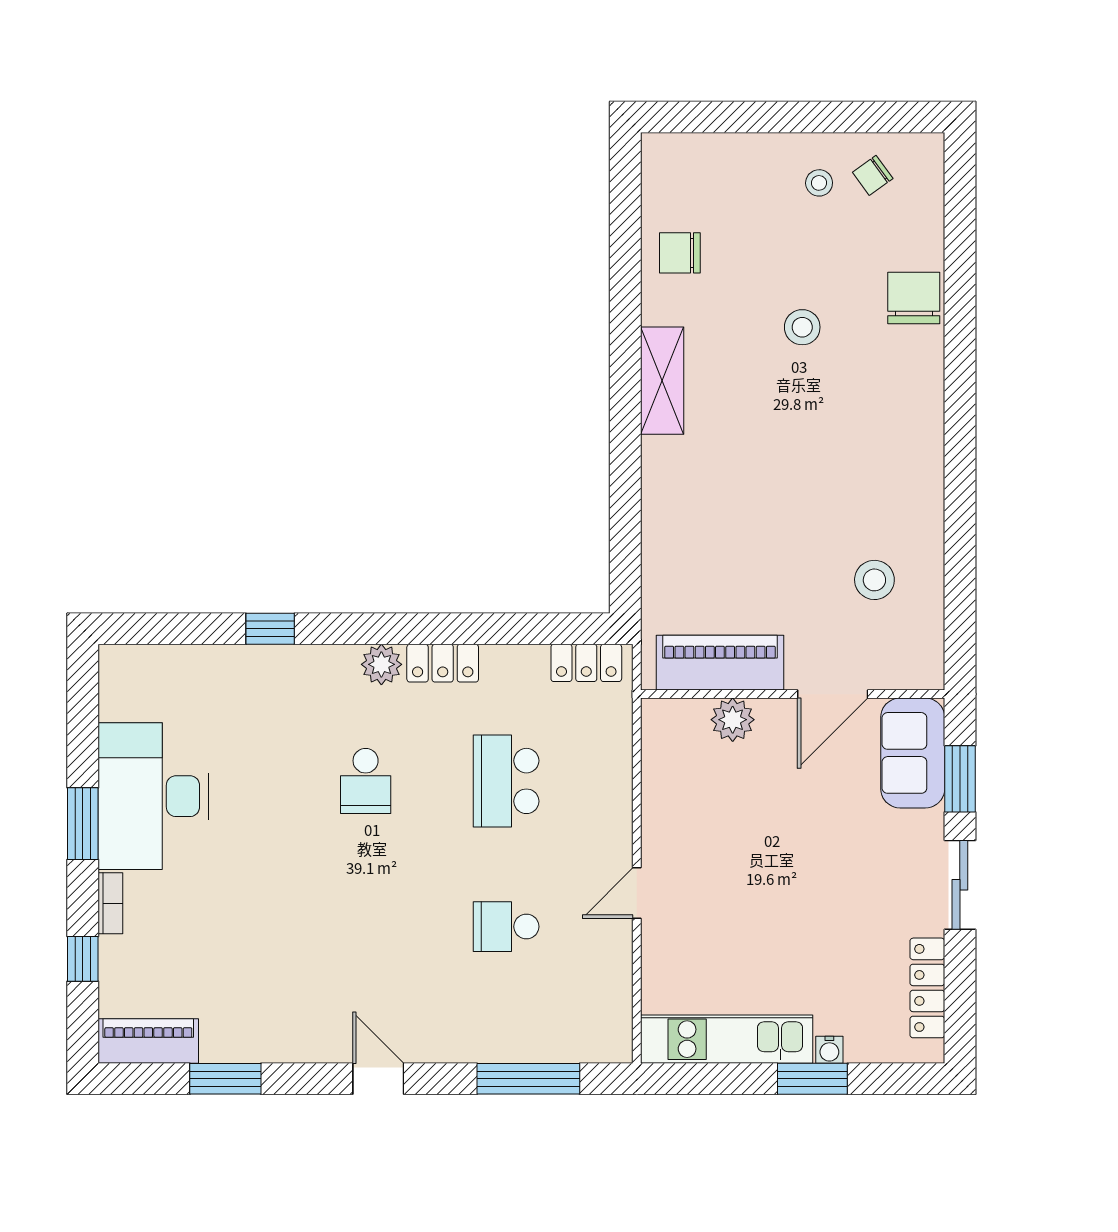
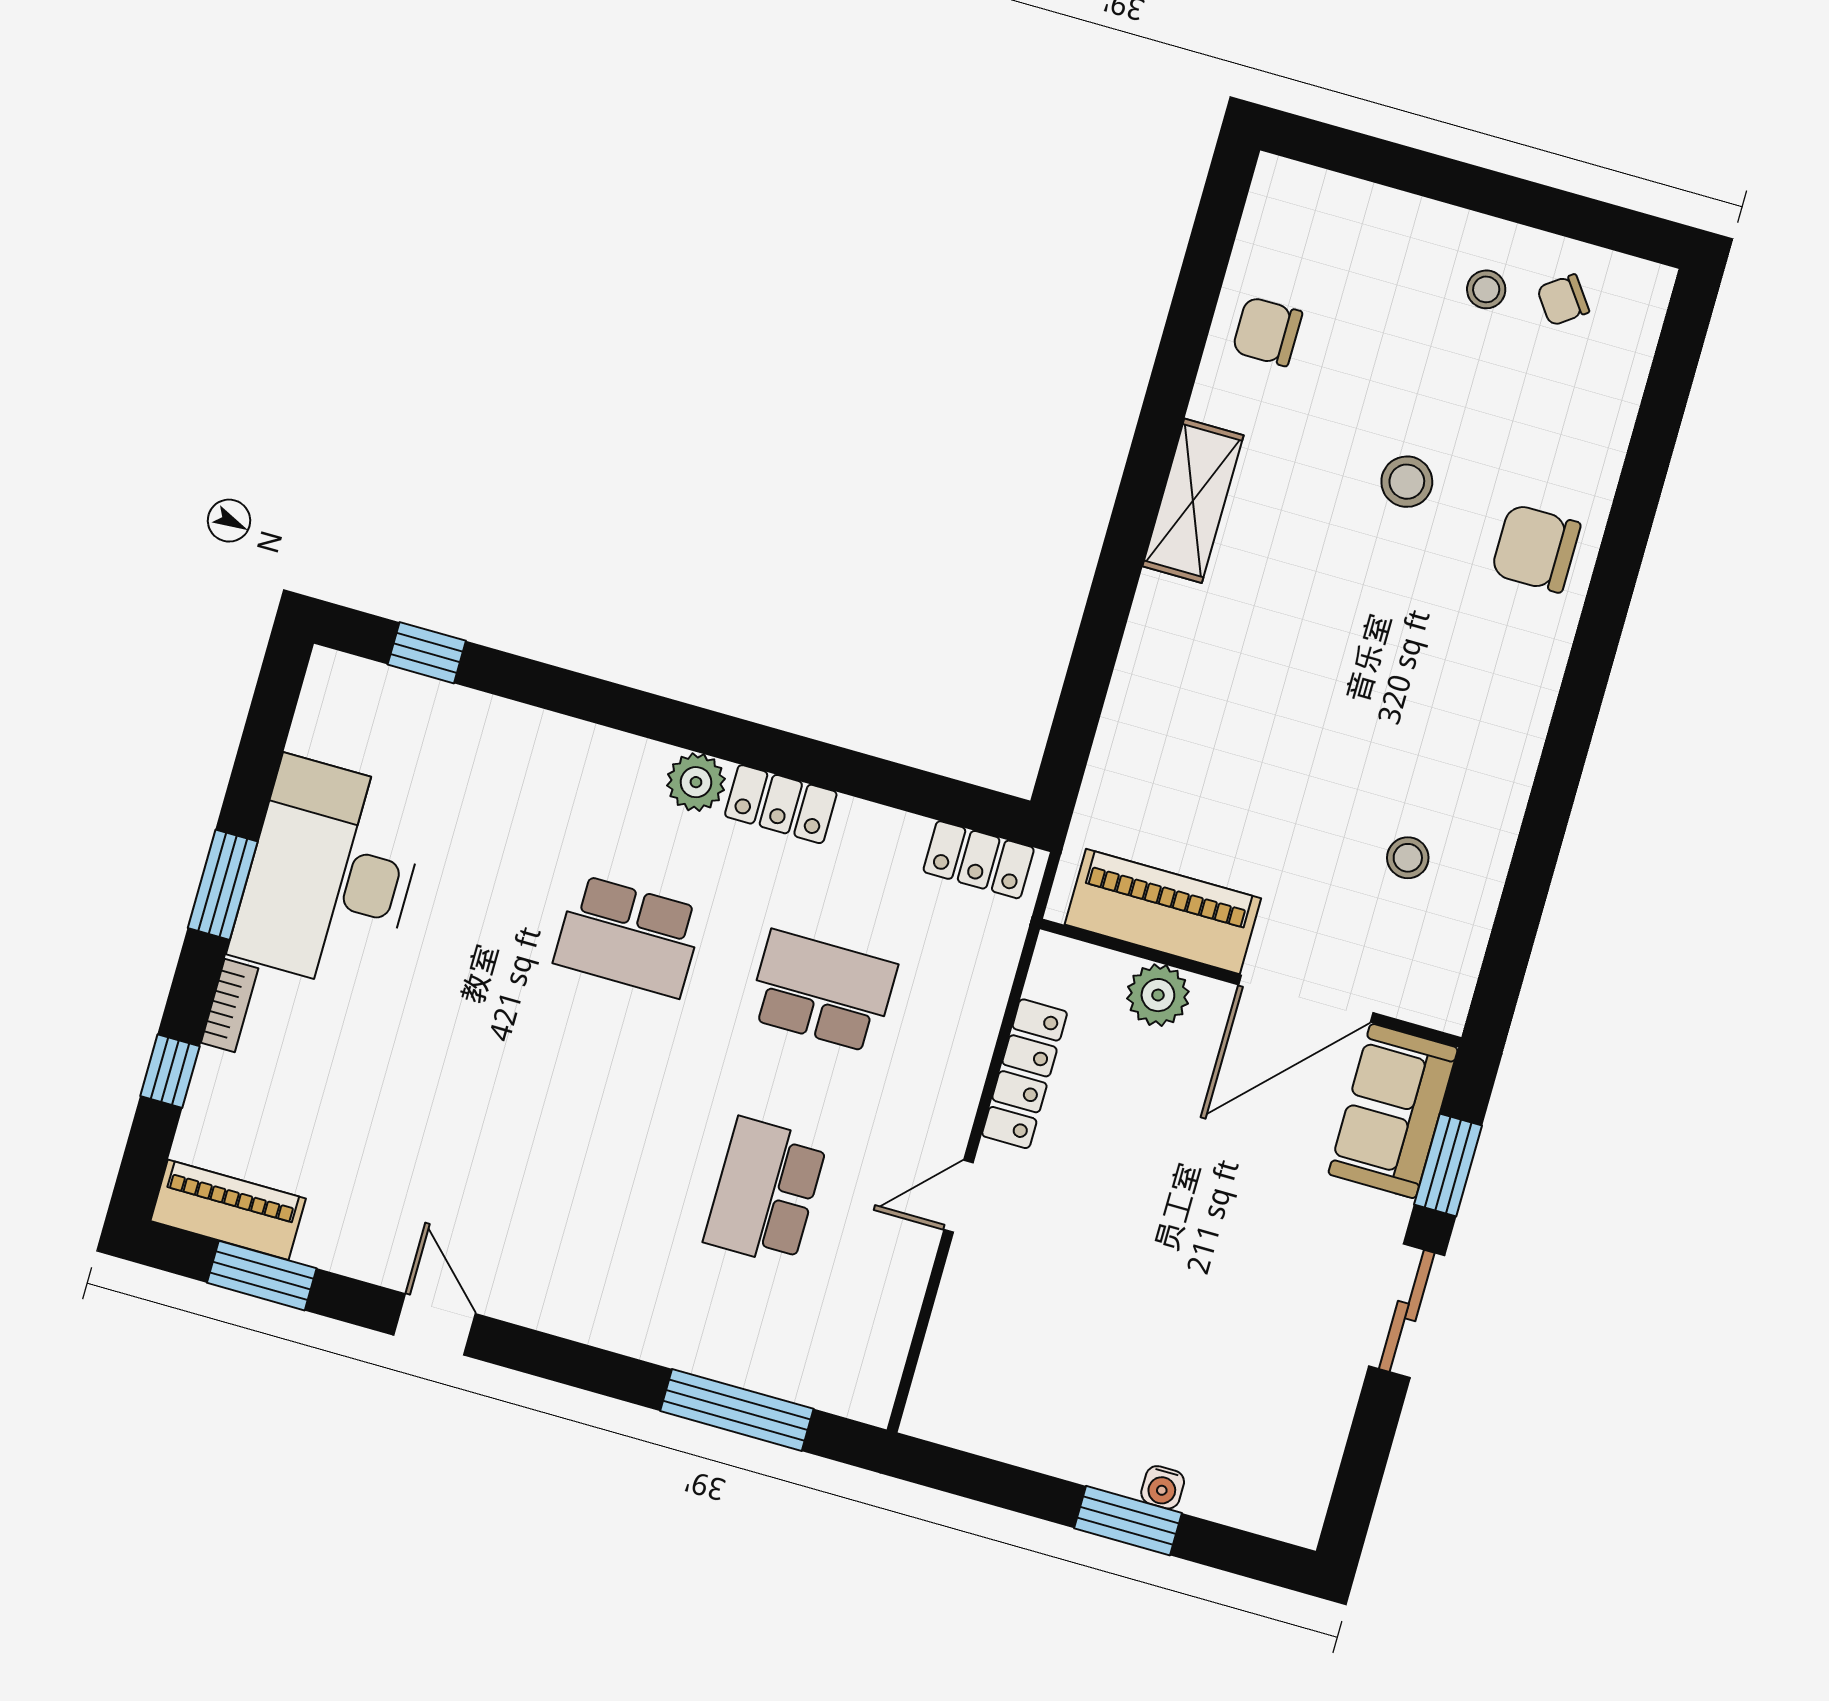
chair: (914, 298) -> (1536, 548), moved, turned -90
stool: (874, 580) -> (1408, 858), width x0.73, depth x0.73
window: (270, 629) -> (427, 653), moved
door: (833, 694) -> (1306, 999), width x1.36
school desk: (366, 781) -> (629, 936), width x1.85
school desk: (506, 781) -> (822, 991), turned 90
school desk: (506, 927) -> (766, 1192), width x1.85
locker: (927, 988) -> (1025, 1074), moved, turned 180
kitchen unit: (727, 1039) -> (1025, 1433), removed
window: (225, 1079) -> (262, 1276), moved
door: (378, 1079) -> (435, 1324), moved

